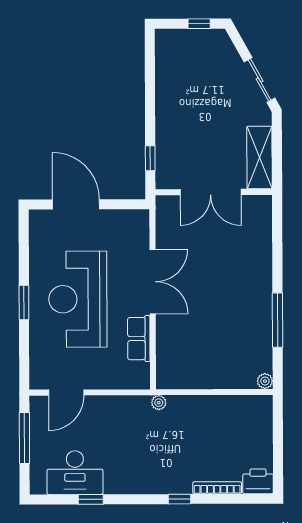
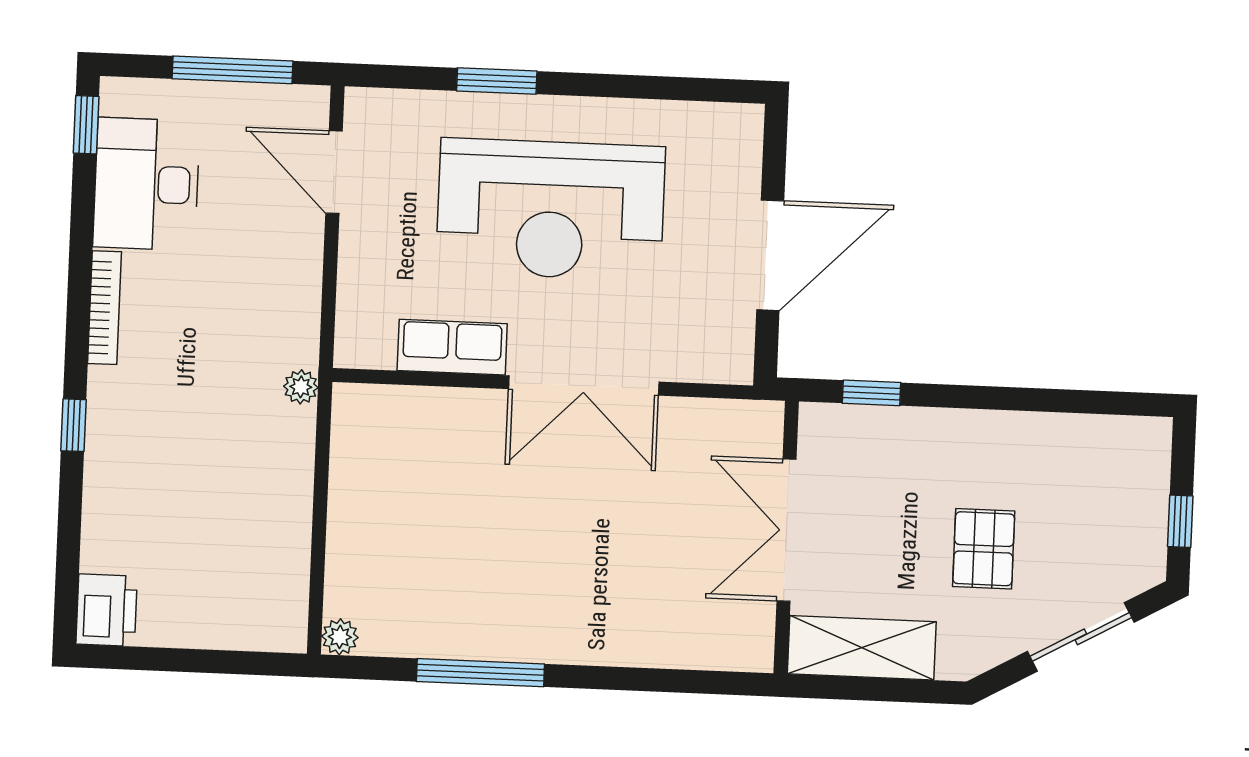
sliding door: (260, 80) -> (1081, 637), moved
pallet: (215, 107) -> (984, 549), added
door: (76, 204) -> (770, 255), moved
reception desk: (78, 299) -> (551, 209), turned 180
window: (24, 303) -> (497, 81), moved
bookcase: (217, 488) -> (105, 308), moved
window: (91, 499) -> (86, 125), moved

